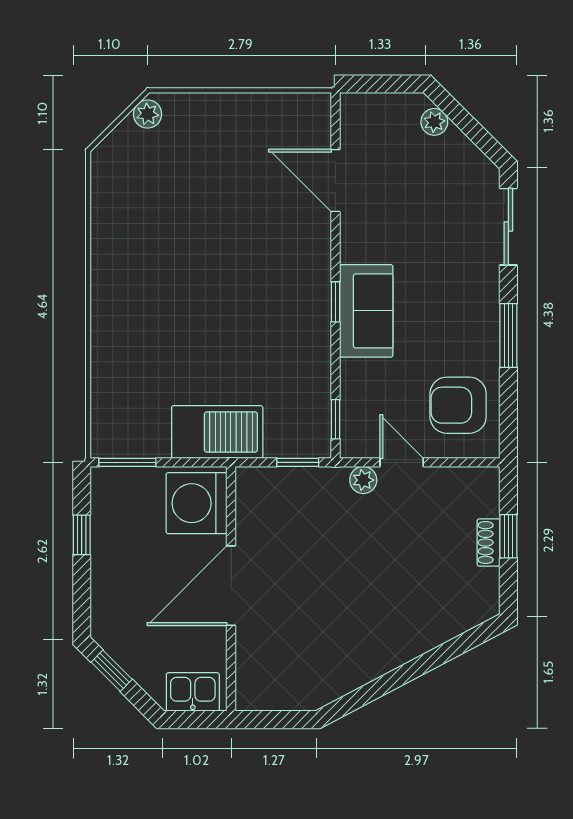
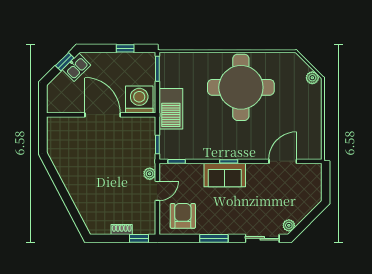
plant: (434, 122) -> (289, 225), moved
round table: (169, 275) -> (241, 87), added
window: (508, 536) -> (139, 238), moved
kitchen sink: (193, 692) -> (76, 67), moved, turned 45

